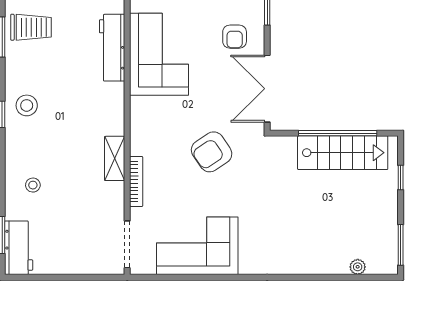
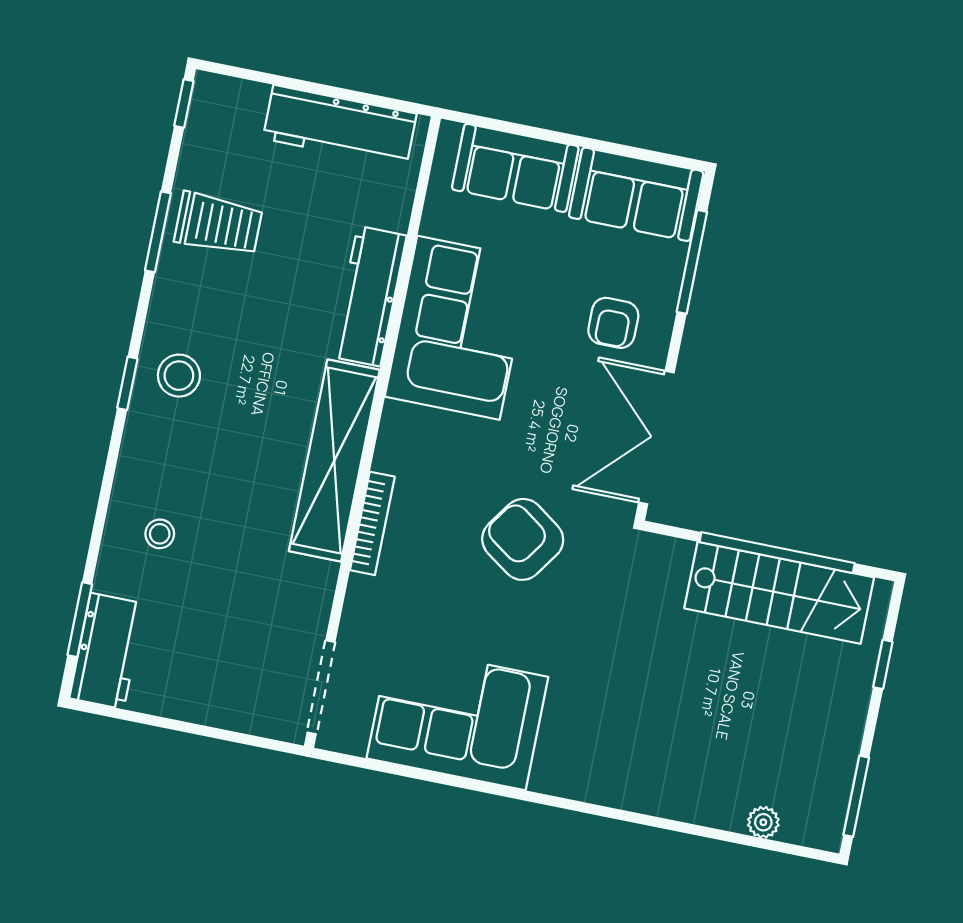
armchair: (212, 152) -> (523, 539), turned 69
shelving: (115, 158) -> (334, 461), width x2.20, depth x1.33
bookcase: (136, 181) -> (372, 523), moved

